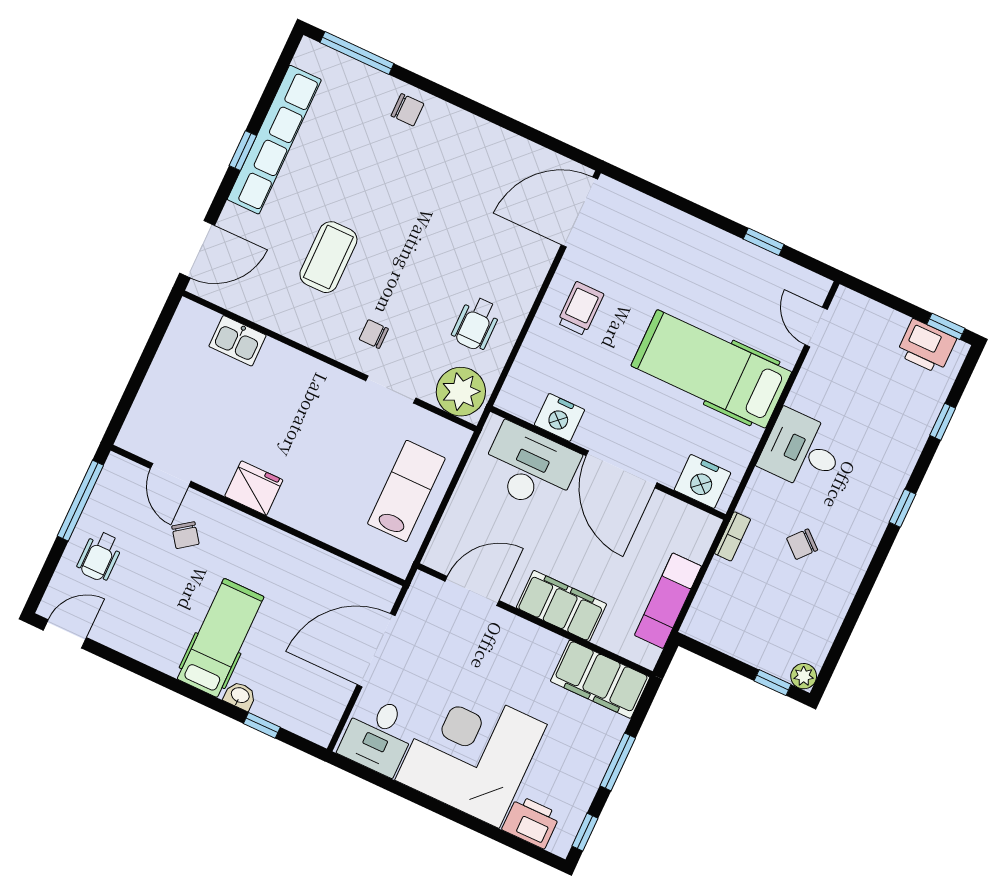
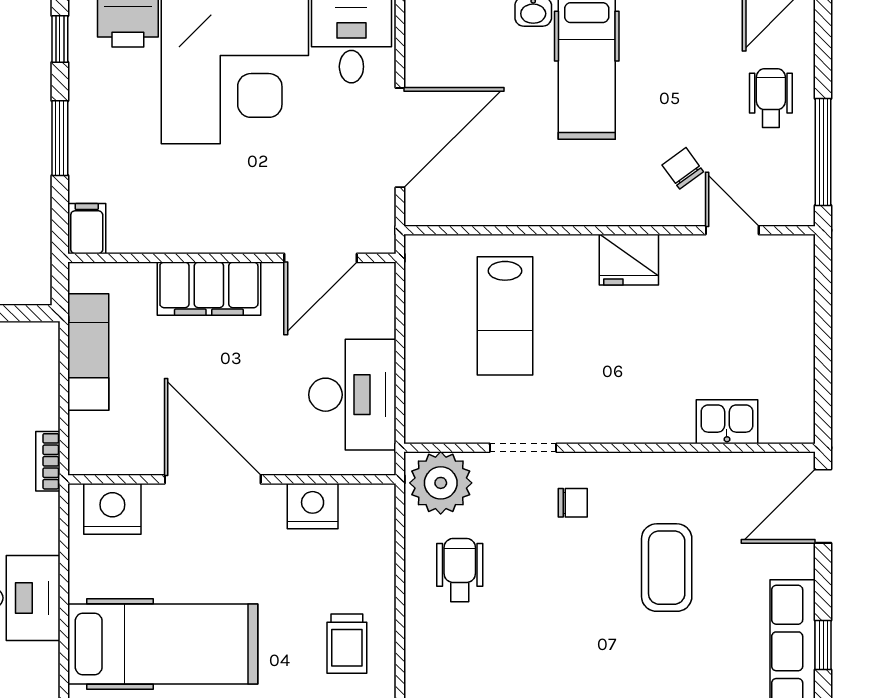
desk: (530, 468) -> (352, 395), moved, turned -90
lab bench: (406, 491) -> (505, 316), moved
filing cabinet: (600, 679) -> (87, 229), width x0.33, depth x0.86

